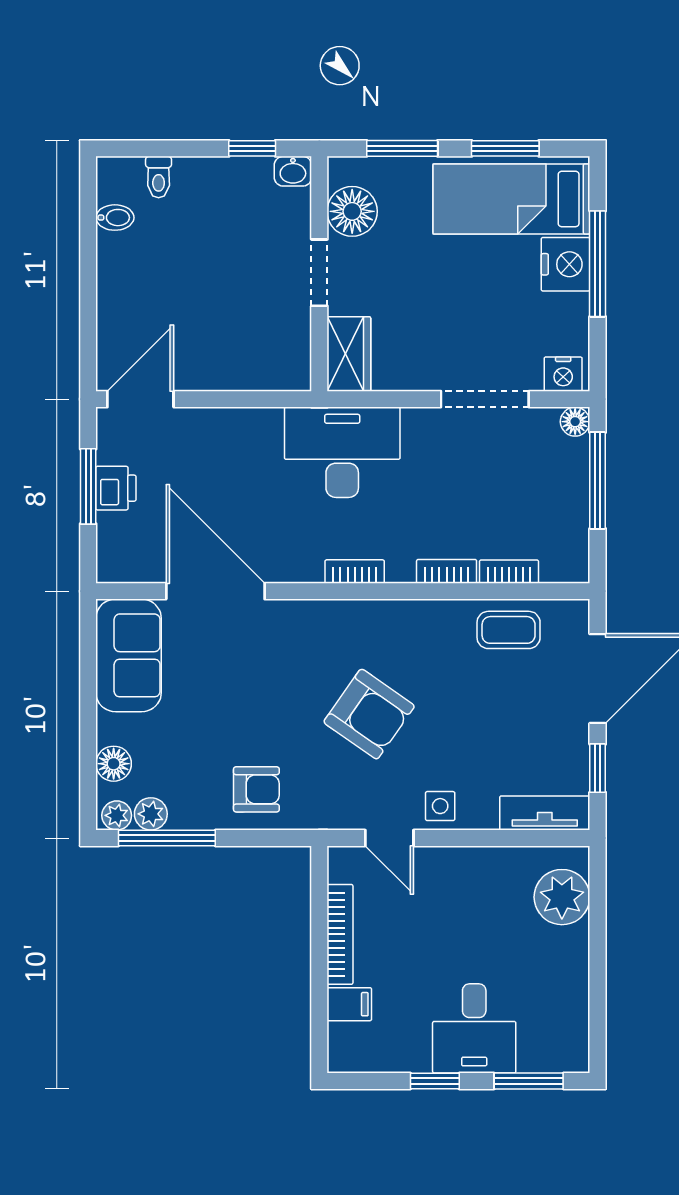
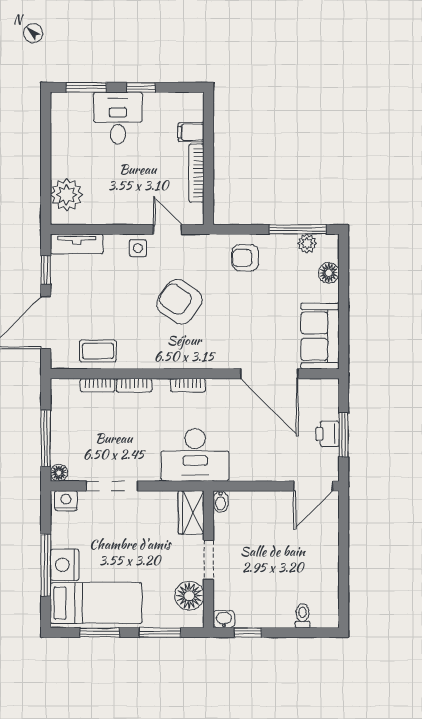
bidet: (115, 218) -> (221, 502), moved, turned -90
plant: (117, 815) -> (327, 243), removed

